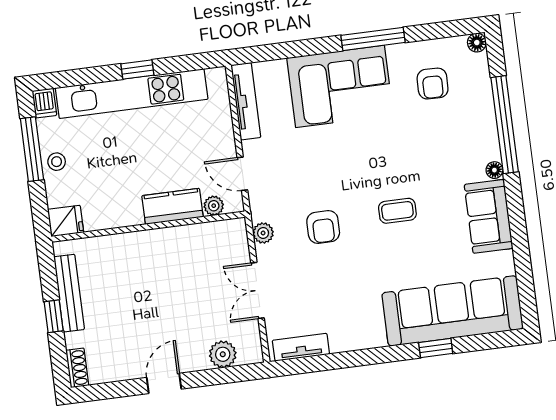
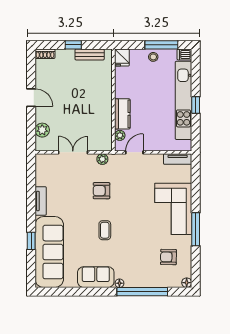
tv unit: (246, 101) -> (178, 159), width x0.71
bench: (69, 293) -> (90, 55), width x0.73
tv unit: (301, 347) -> (41, 201), moved

